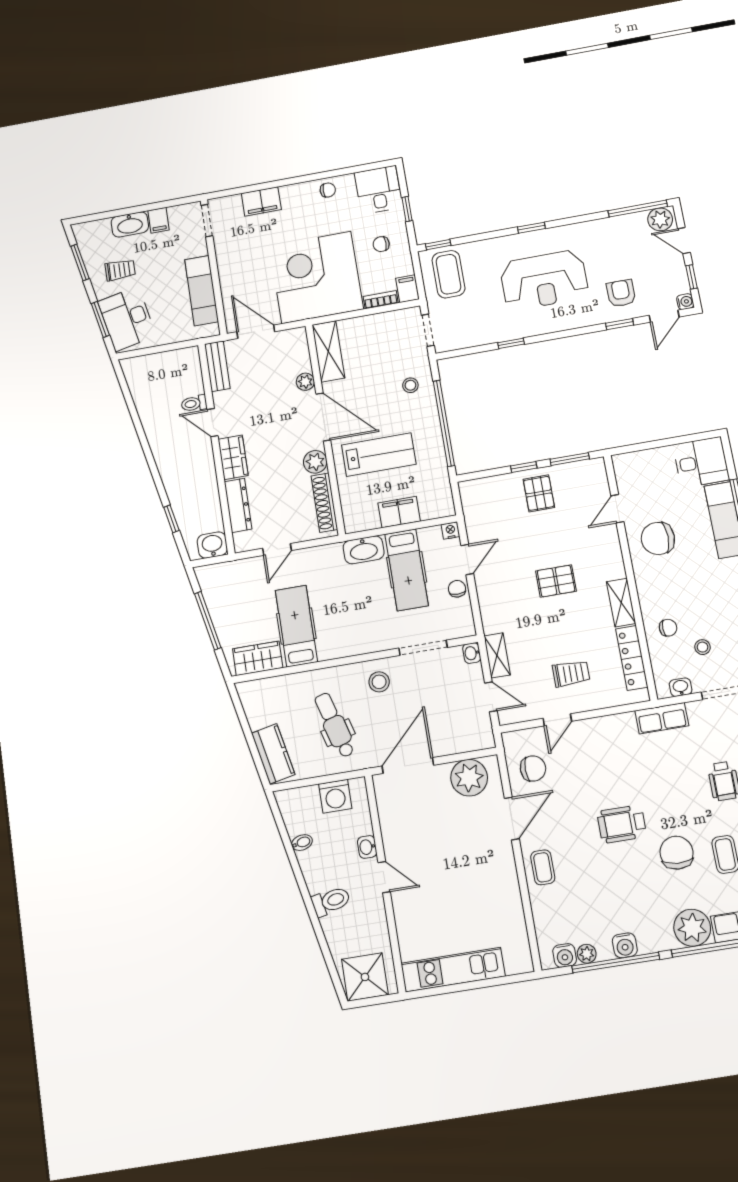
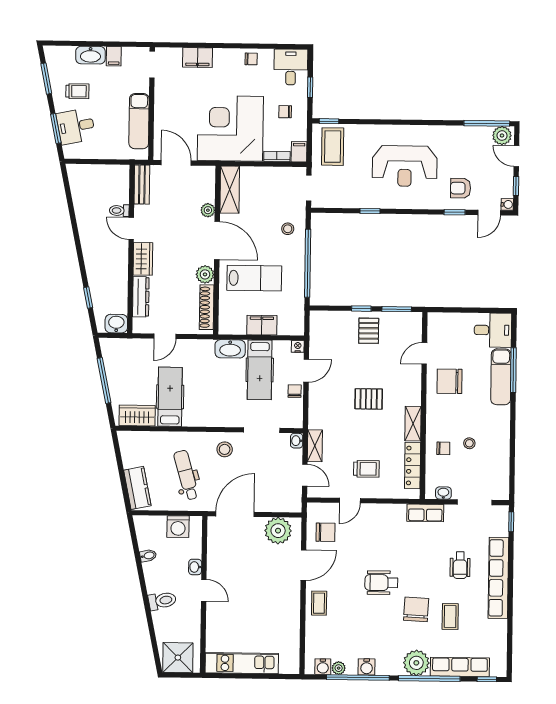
window: (531, 228) -> (403, 122), removed
armchair: (621, 293) -> (461, 188), turned -90
desk: (127, 319) -> (76, 126), width x0.73
stool: (702, 647) -> (469, 443), moved

